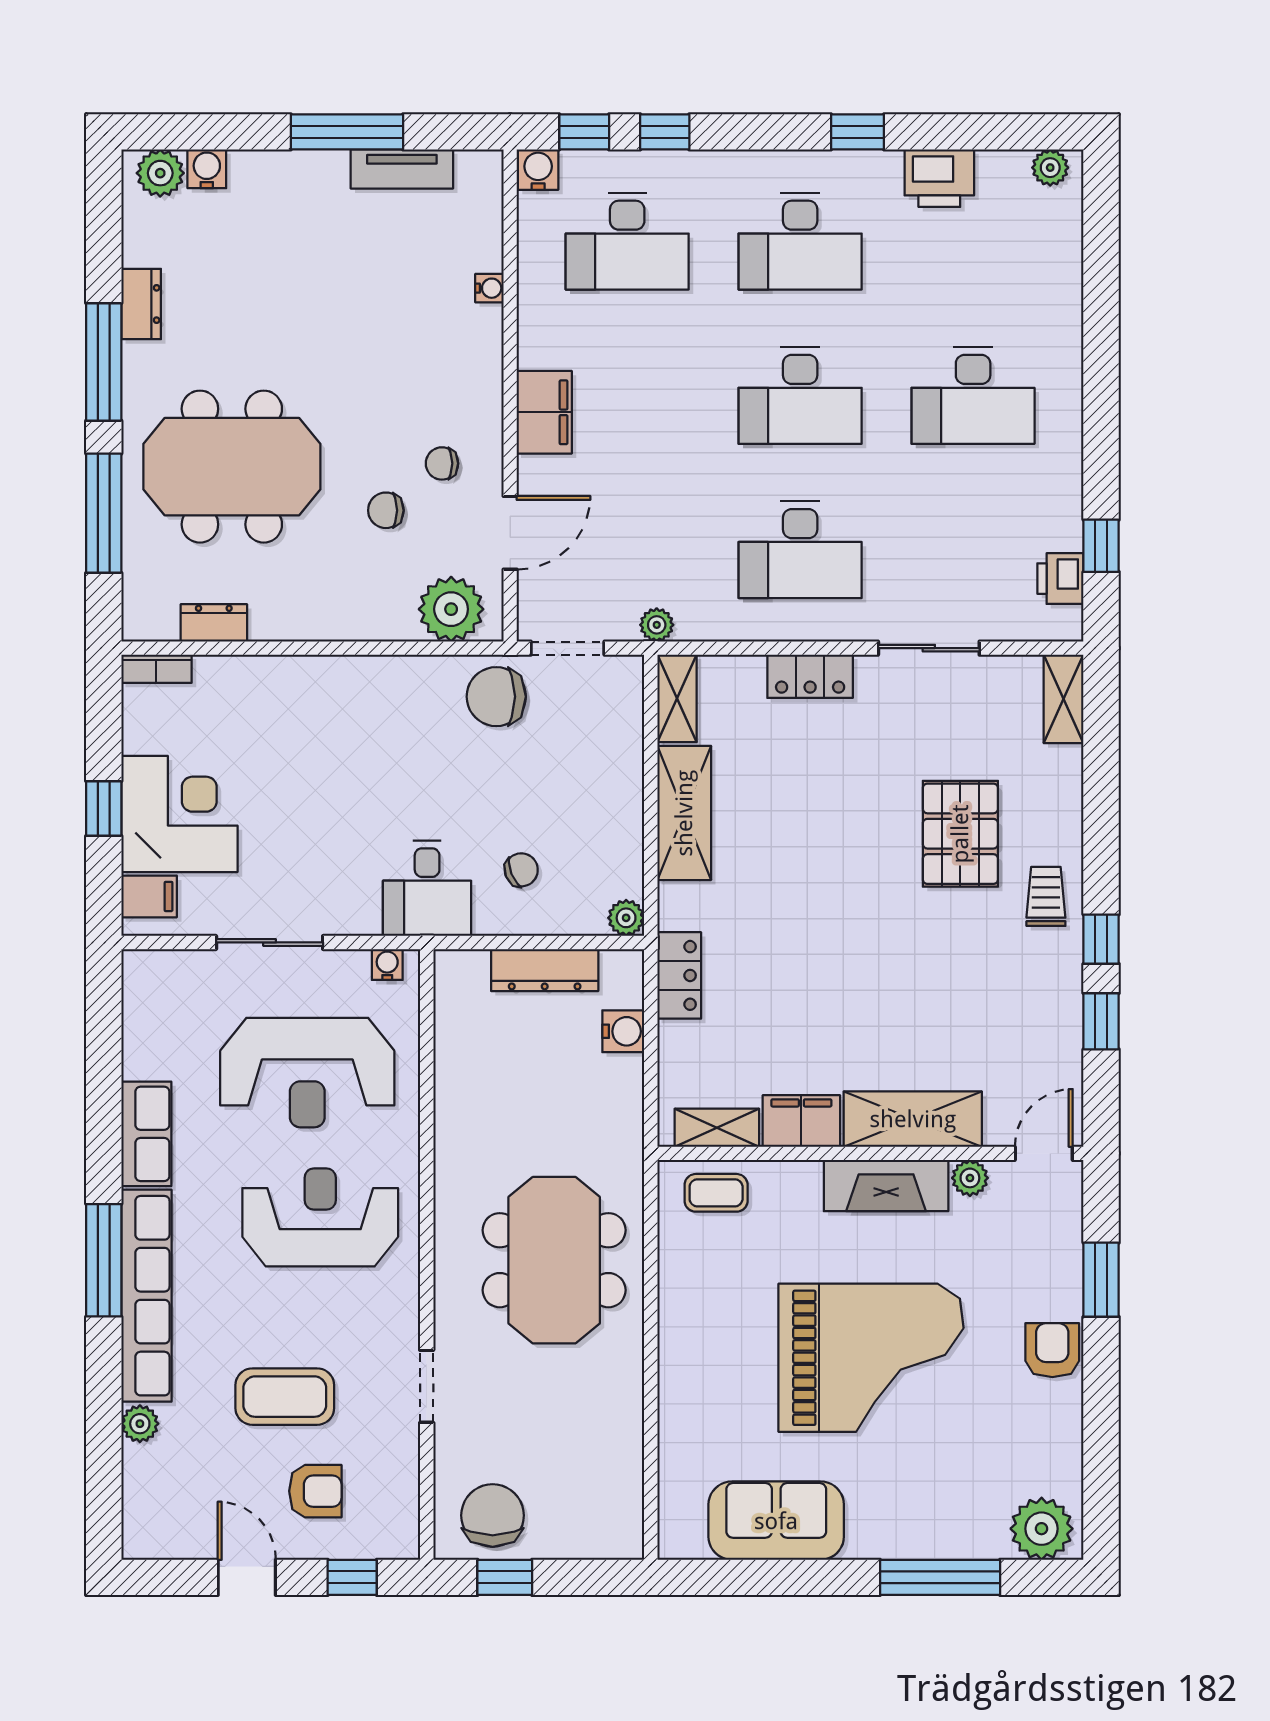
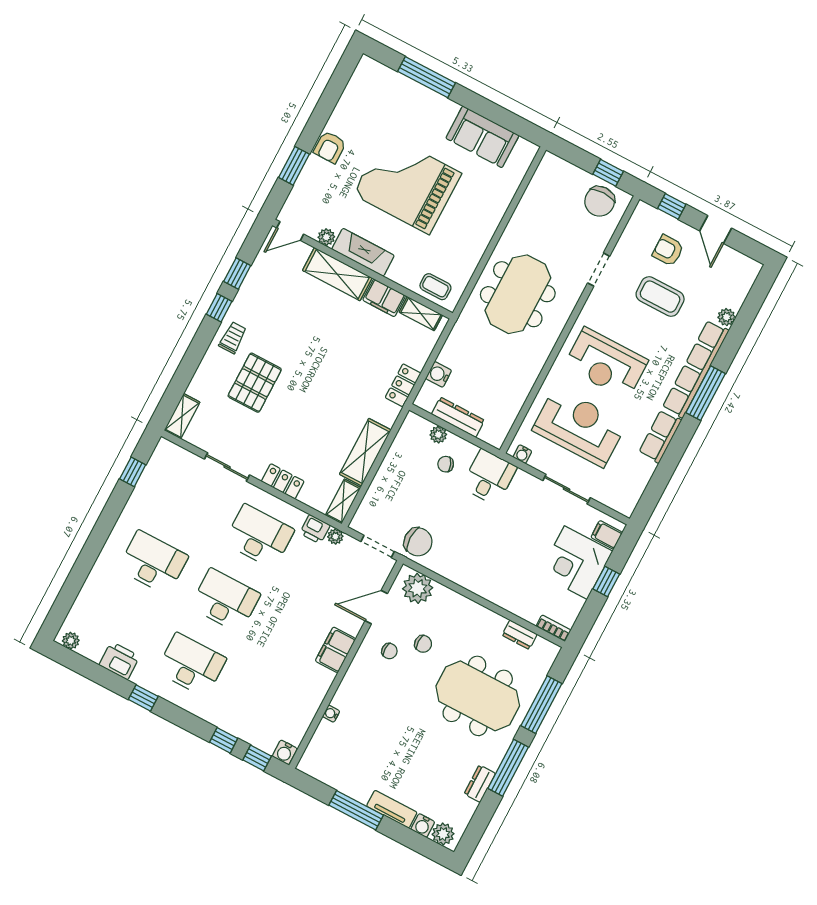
tv unit: (402, 169) -> (392, 809), moved
desk: (627, 241) -> (263, 703), removed
printer: (1060, 579) -> (315, 529), moved, turned 90
trolley: (1046, 896) -> (233, 338), turned 180
plant: (626, 918) -> (438, 435), moved
plant: (1042, 1529) -> (374, 75), removed

